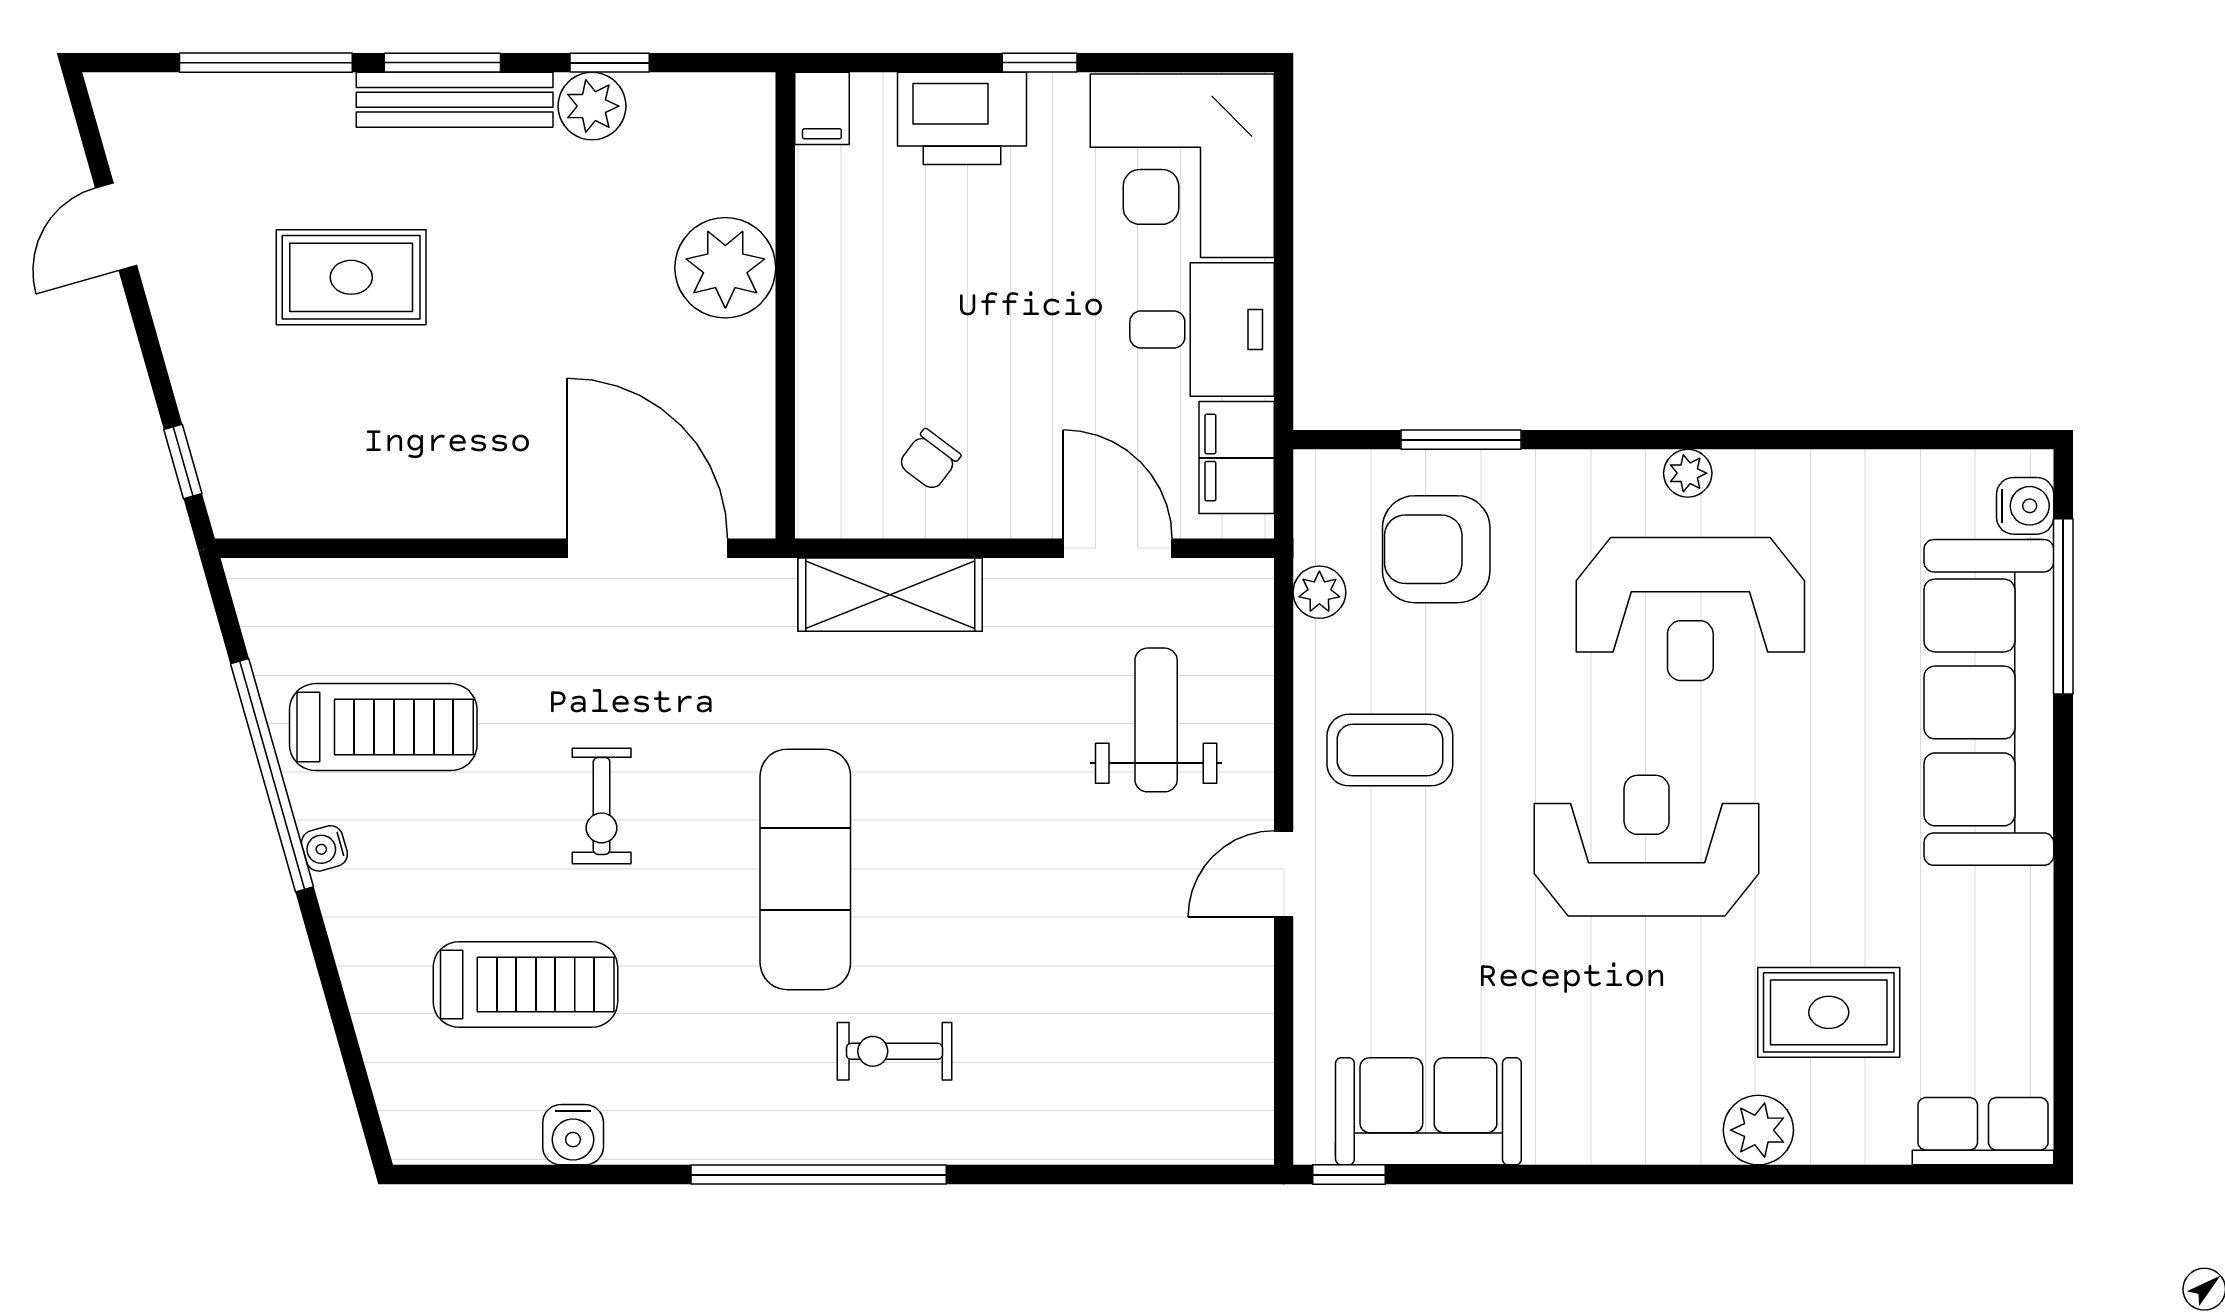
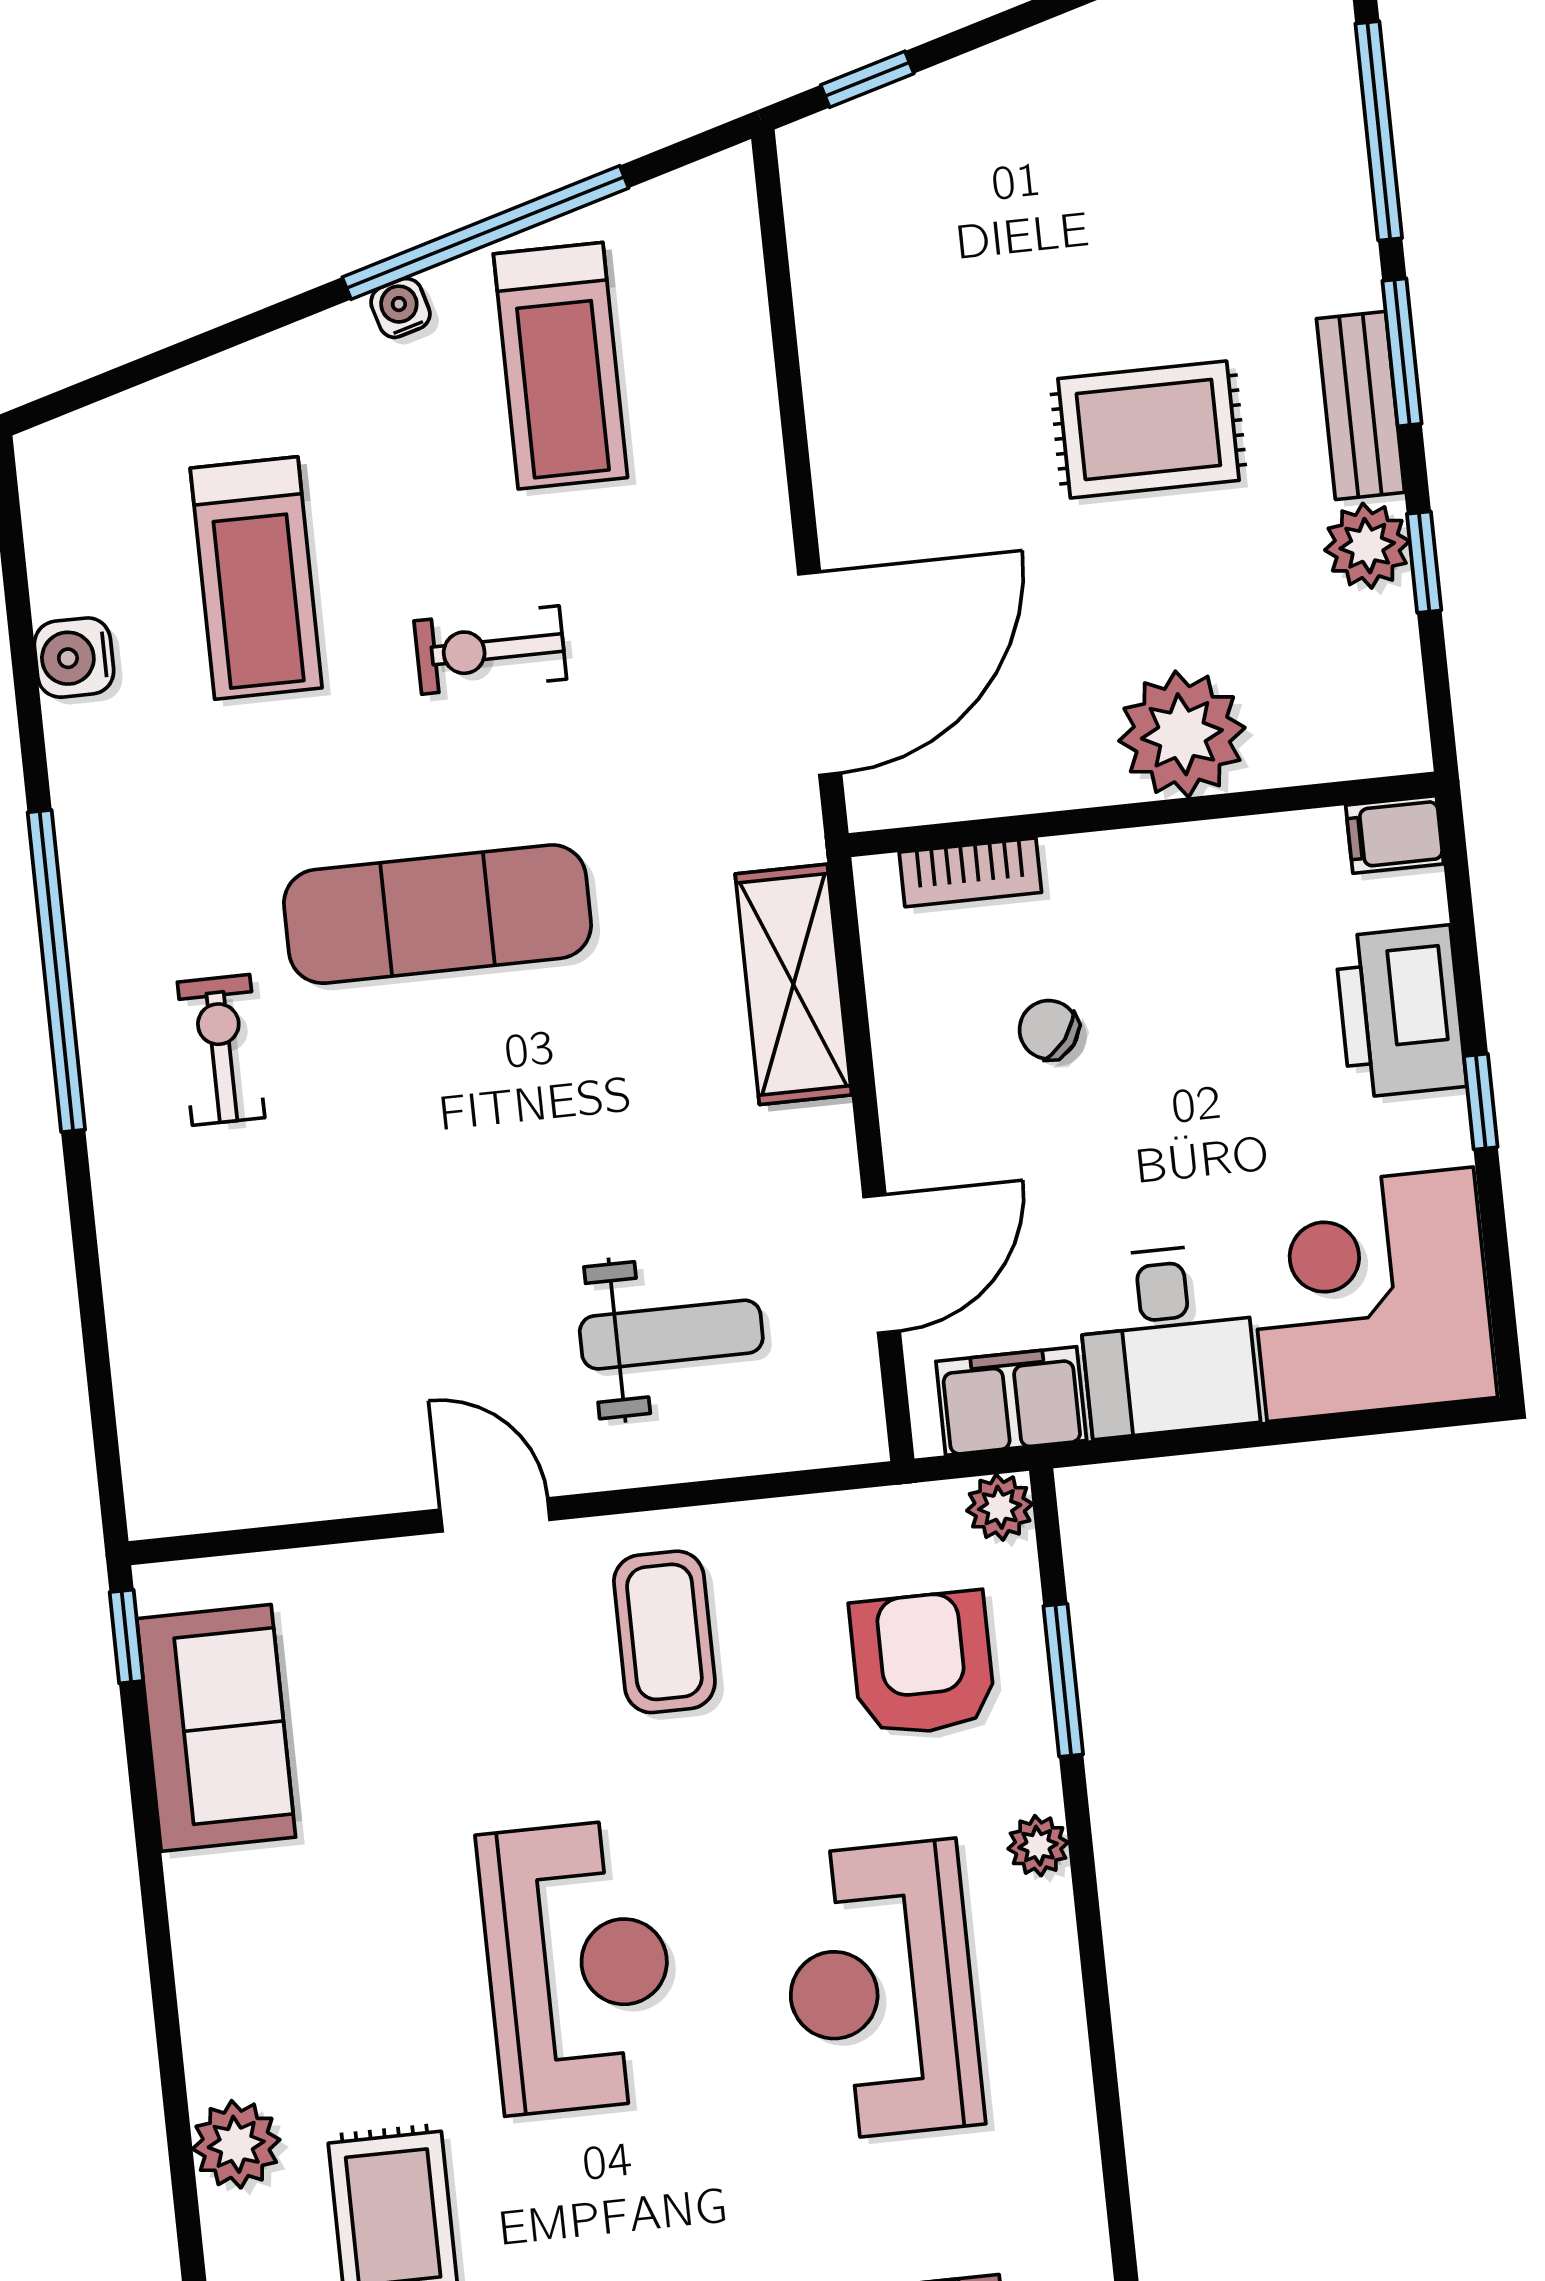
bench: (455, 100) -> (1360, 405), width x0.73
rug: (351, 277) -> (1148, 429), moved, turned 90
bookcase: (817, 446) -> (970, 872), added
chair: (930, 460) -> (1049, 1030), moved
plant: (1688, 473) -> (1038, 1846), moved
plant: (1319, 592) -> (1000, 1507), moved

